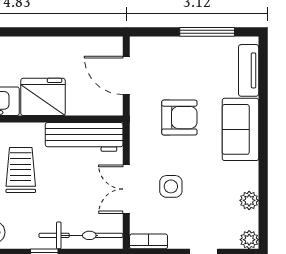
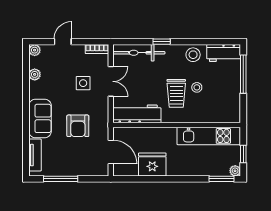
fridge: (43, 97) -> (152, 164), moved, turned 180
armchair: (179, 118) -> (78, 126), turned -90

